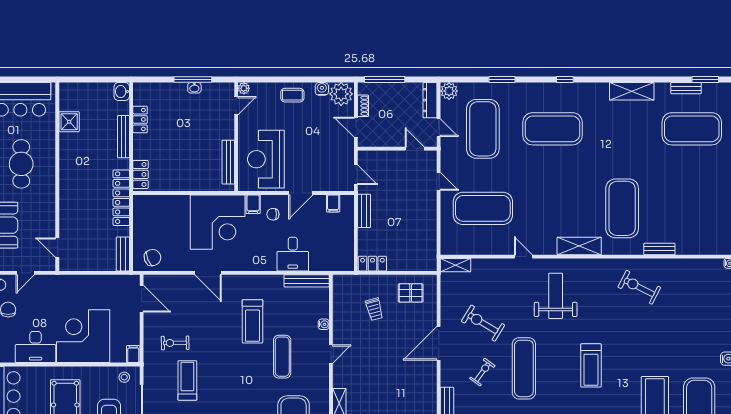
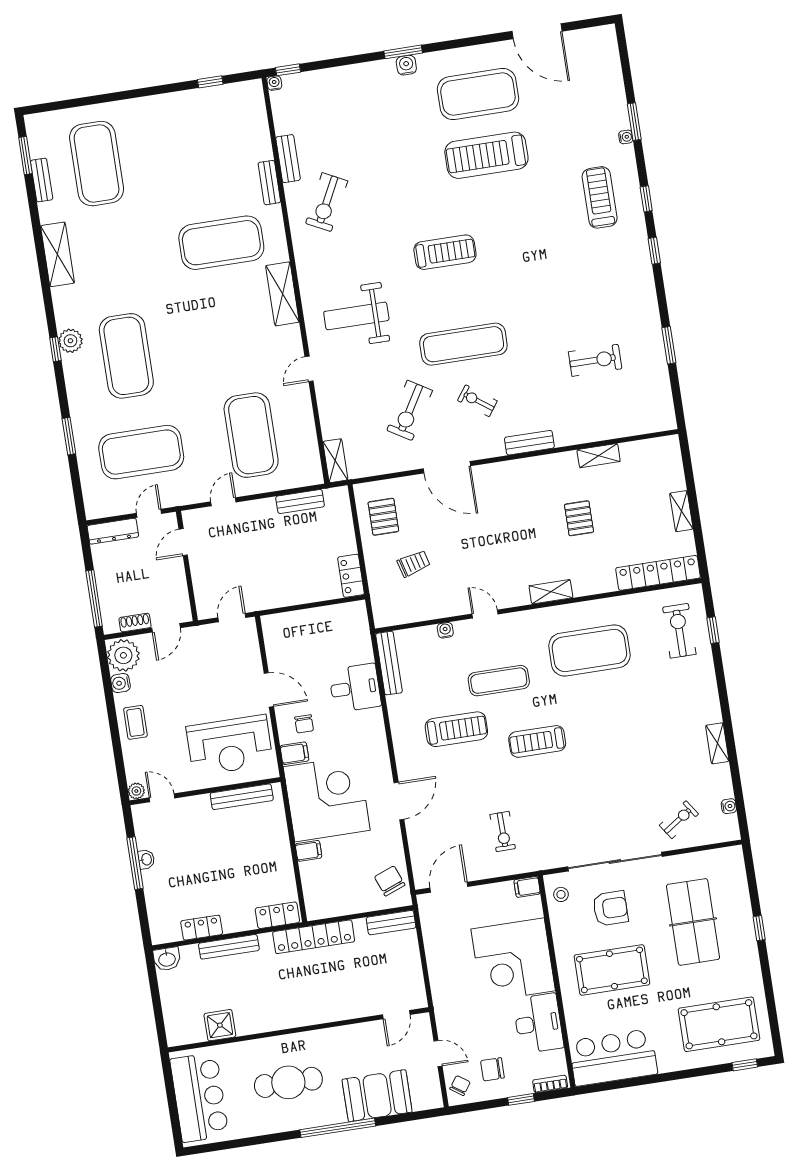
plant: (449, 91) -> (70, 341), moved
filing cabinet: (333, 203) -> (309, 851), moved
bench: (364, 211) -> (300, 501), moved
bench: (674, 265) -> (288, 159), added
treadmill: (187, 380) -> (537, 741), moved

